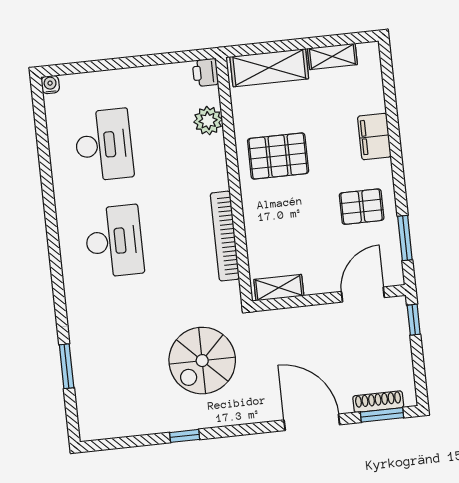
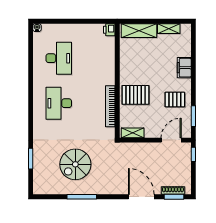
plant: (208, 121) -> (108, 52), removed
pallet: (278, 156) -> (136, 95), moved
desk: (114, 241) -> (59, 103), turned 180
spiral stairs: (202, 361) -> (75, 164), moved
window: (185, 436) -> (82, 197), width x2.17

